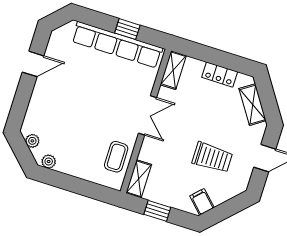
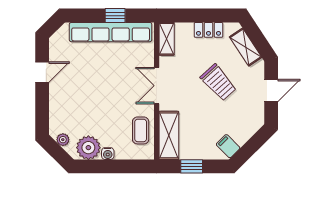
double door: (148, 115) -> (157, 86), swing flipped
trolley: (212, 157) -> (218, 82), moved, turned 48
plant: (49, 162) -> (88, 148), width x1.88, depth x1.88
water cooler: (74, 170) -> (108, 154), added
shelving: (139, 179) -> (169, 135), width x1.50, depth x1.33

